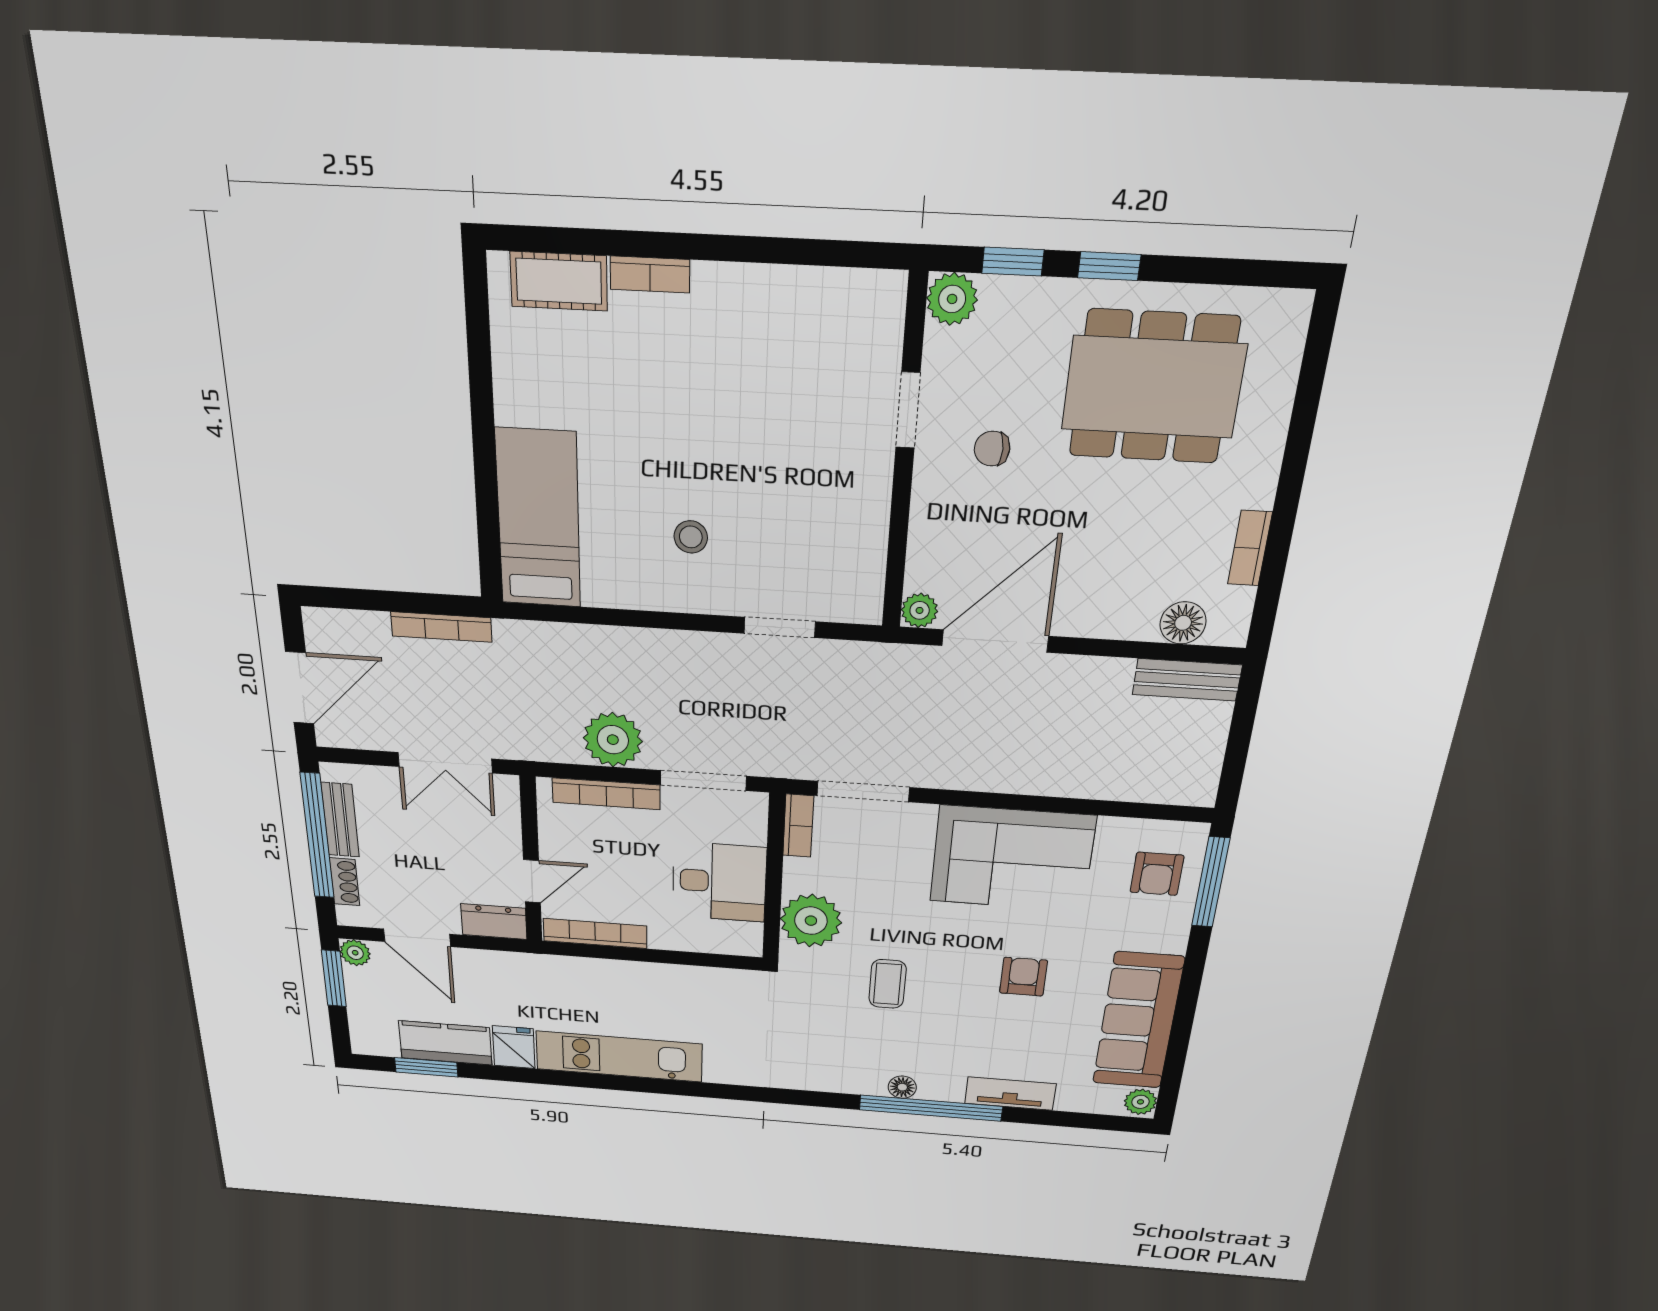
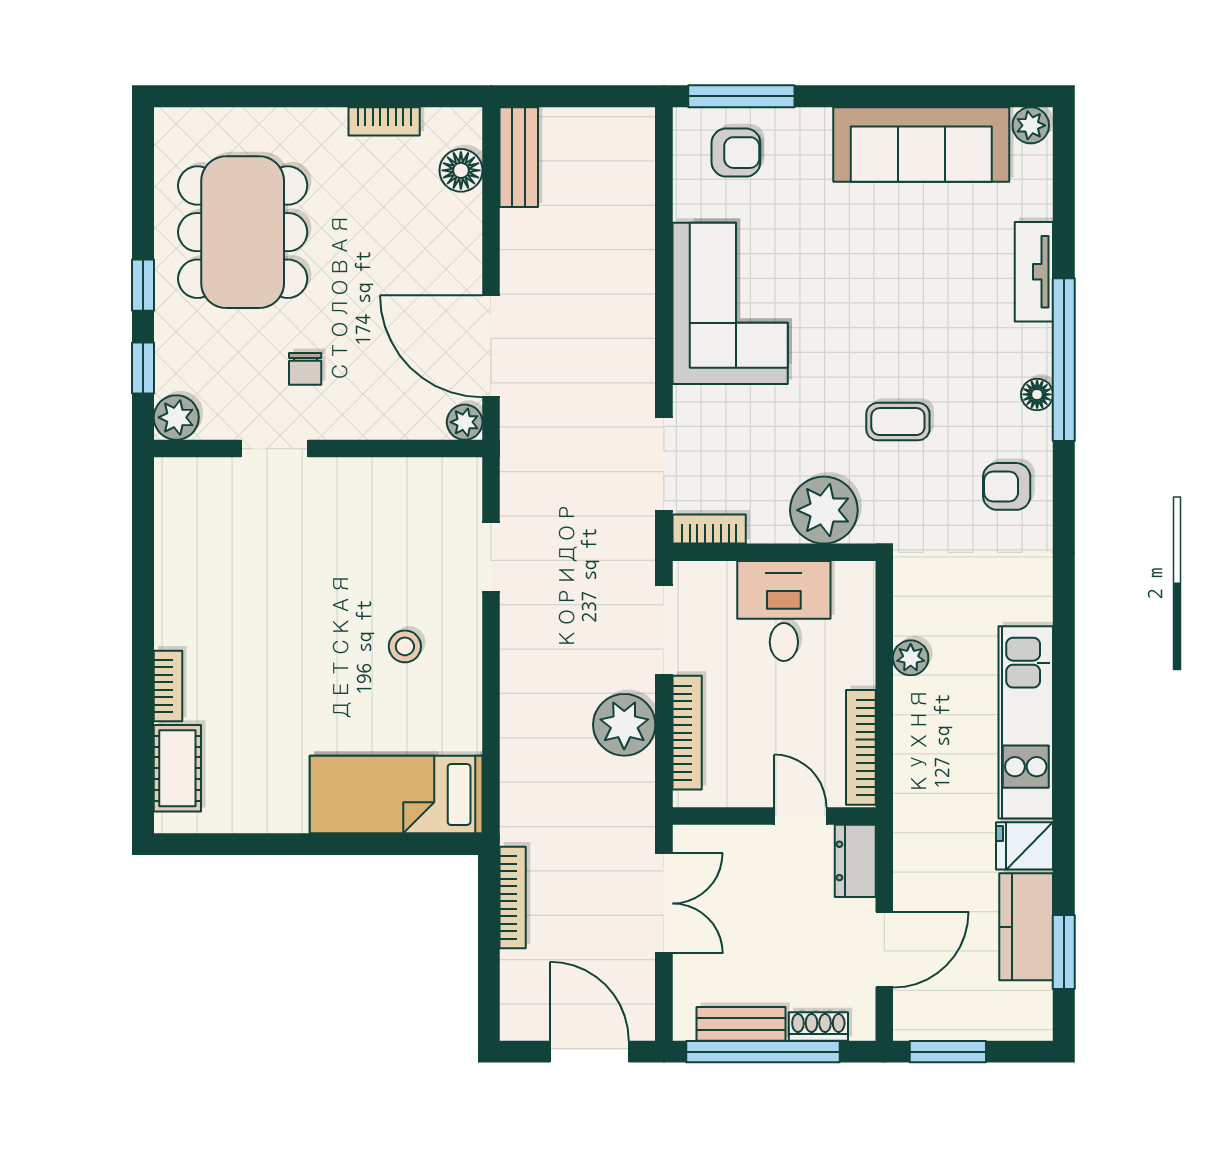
plant: (355, 953) -> (911, 658), moved
armchair: (1023, 977) -> (1007, 486), moved

